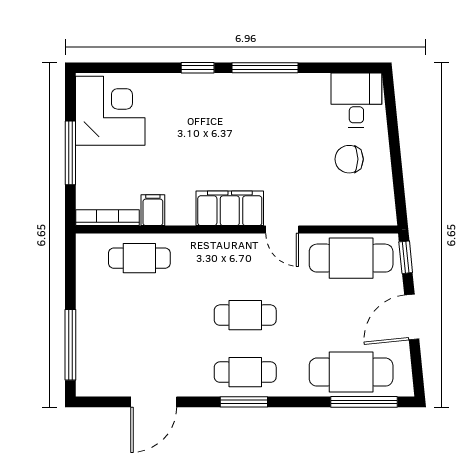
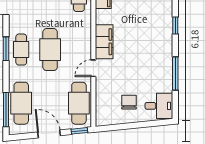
window: (265, 68) -> (175, 74), moved
cafe table: (245, 315) -> (50, 50), width x1.37, depth x1.35

